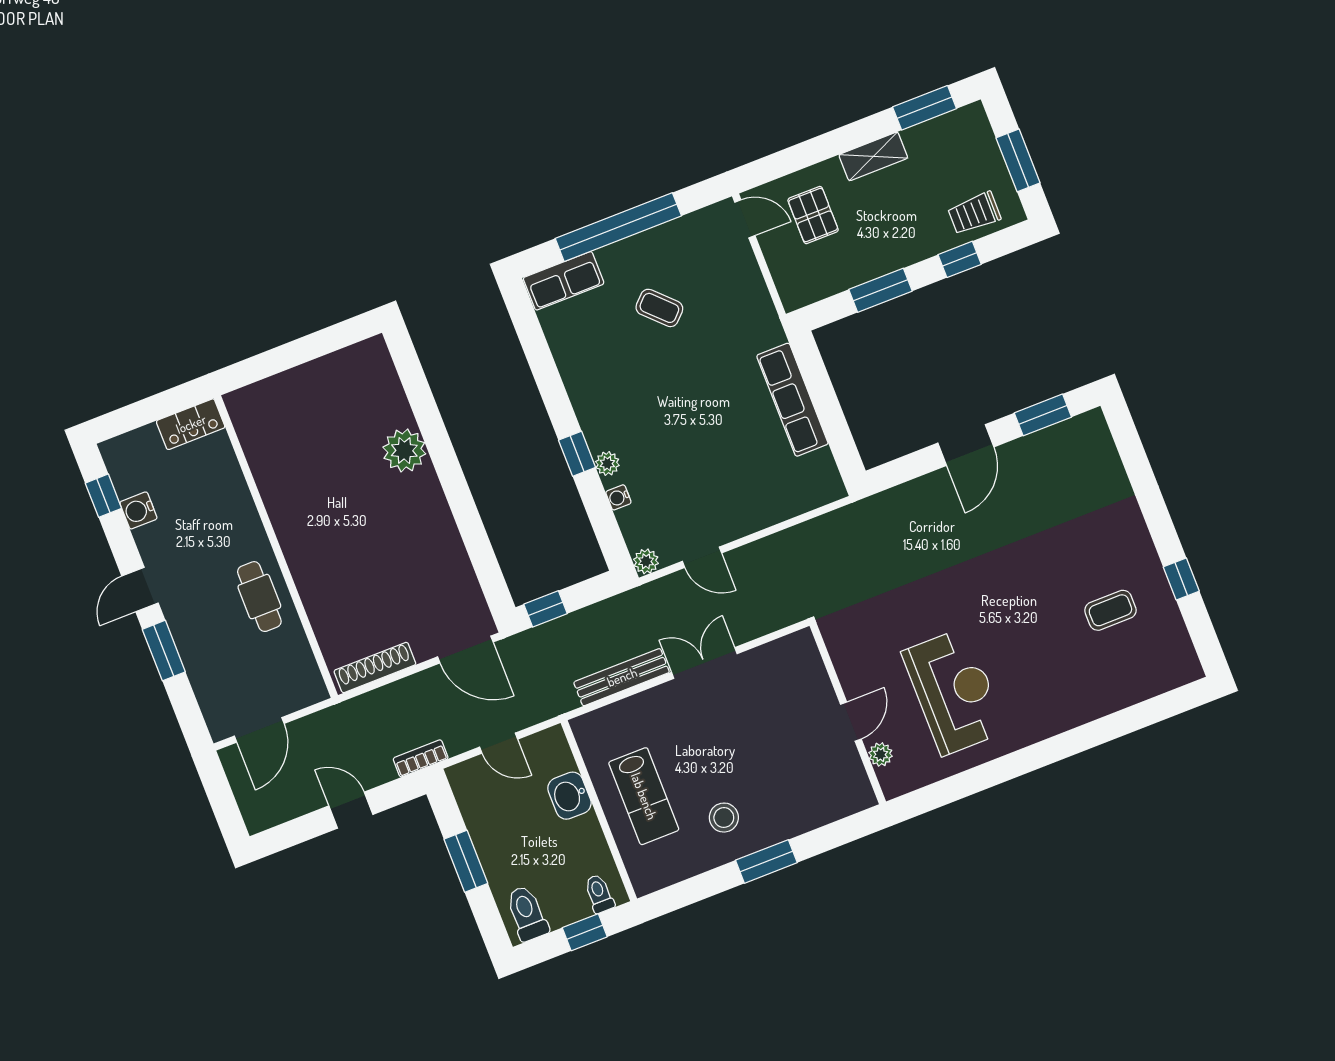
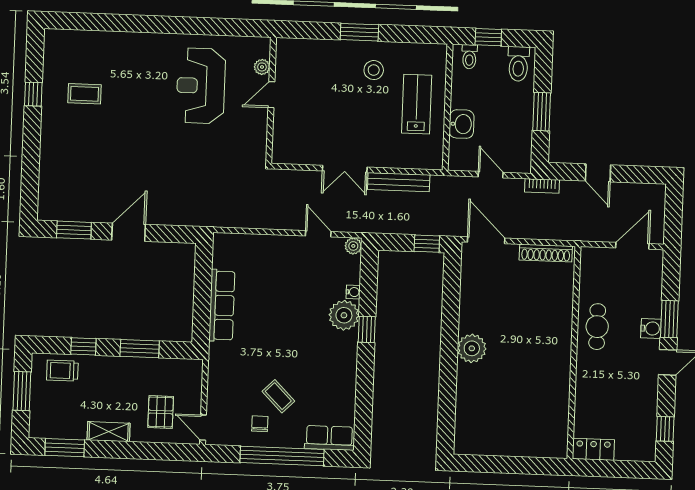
trolley: (974, 213) -> (62, 371), turned 180
chair: (669, 258) -> (260, 424), added
plant: (404, 450) -> (472, 348), moved
plant: (607, 464) -> (344, 315), width x1.88, depth x1.88
water cooler: (138, 510) -> (651, 328), moved

